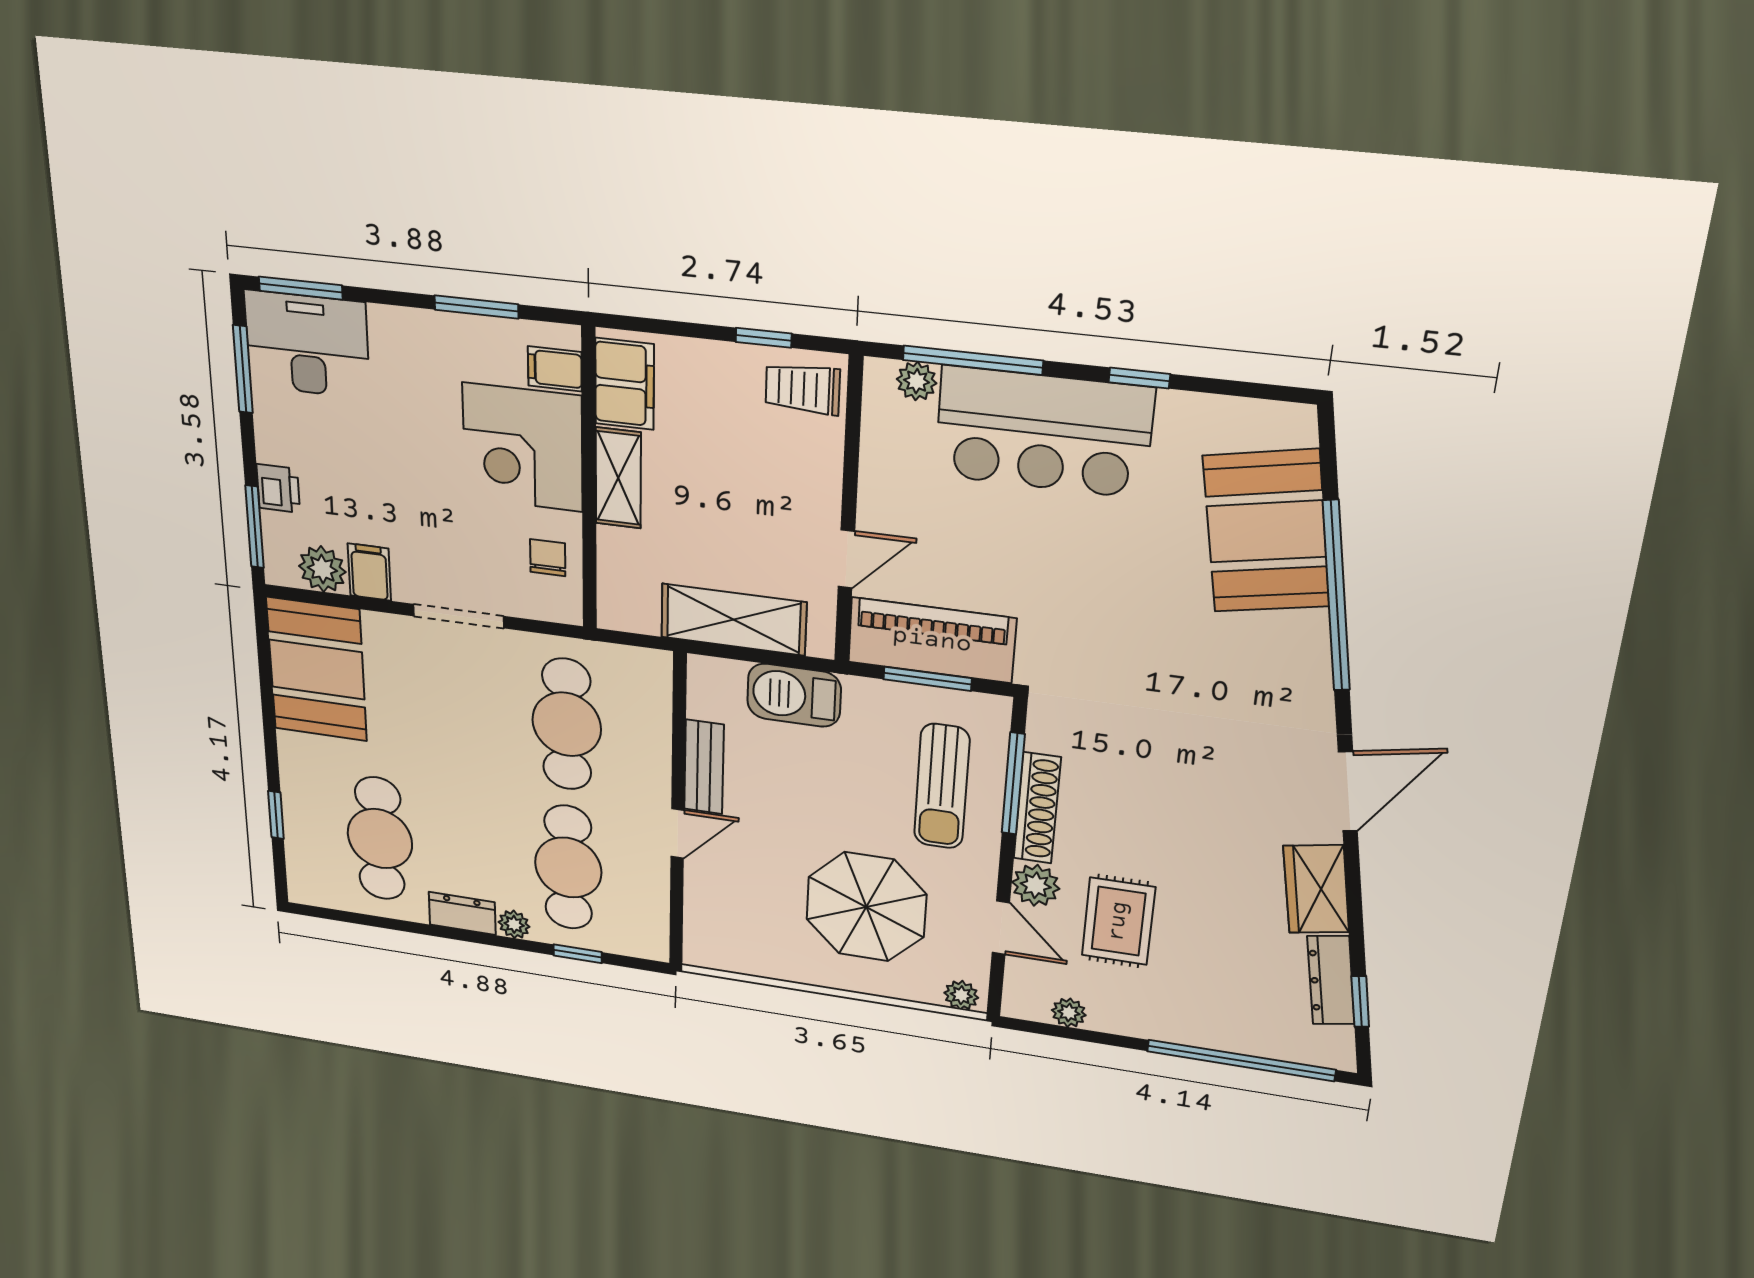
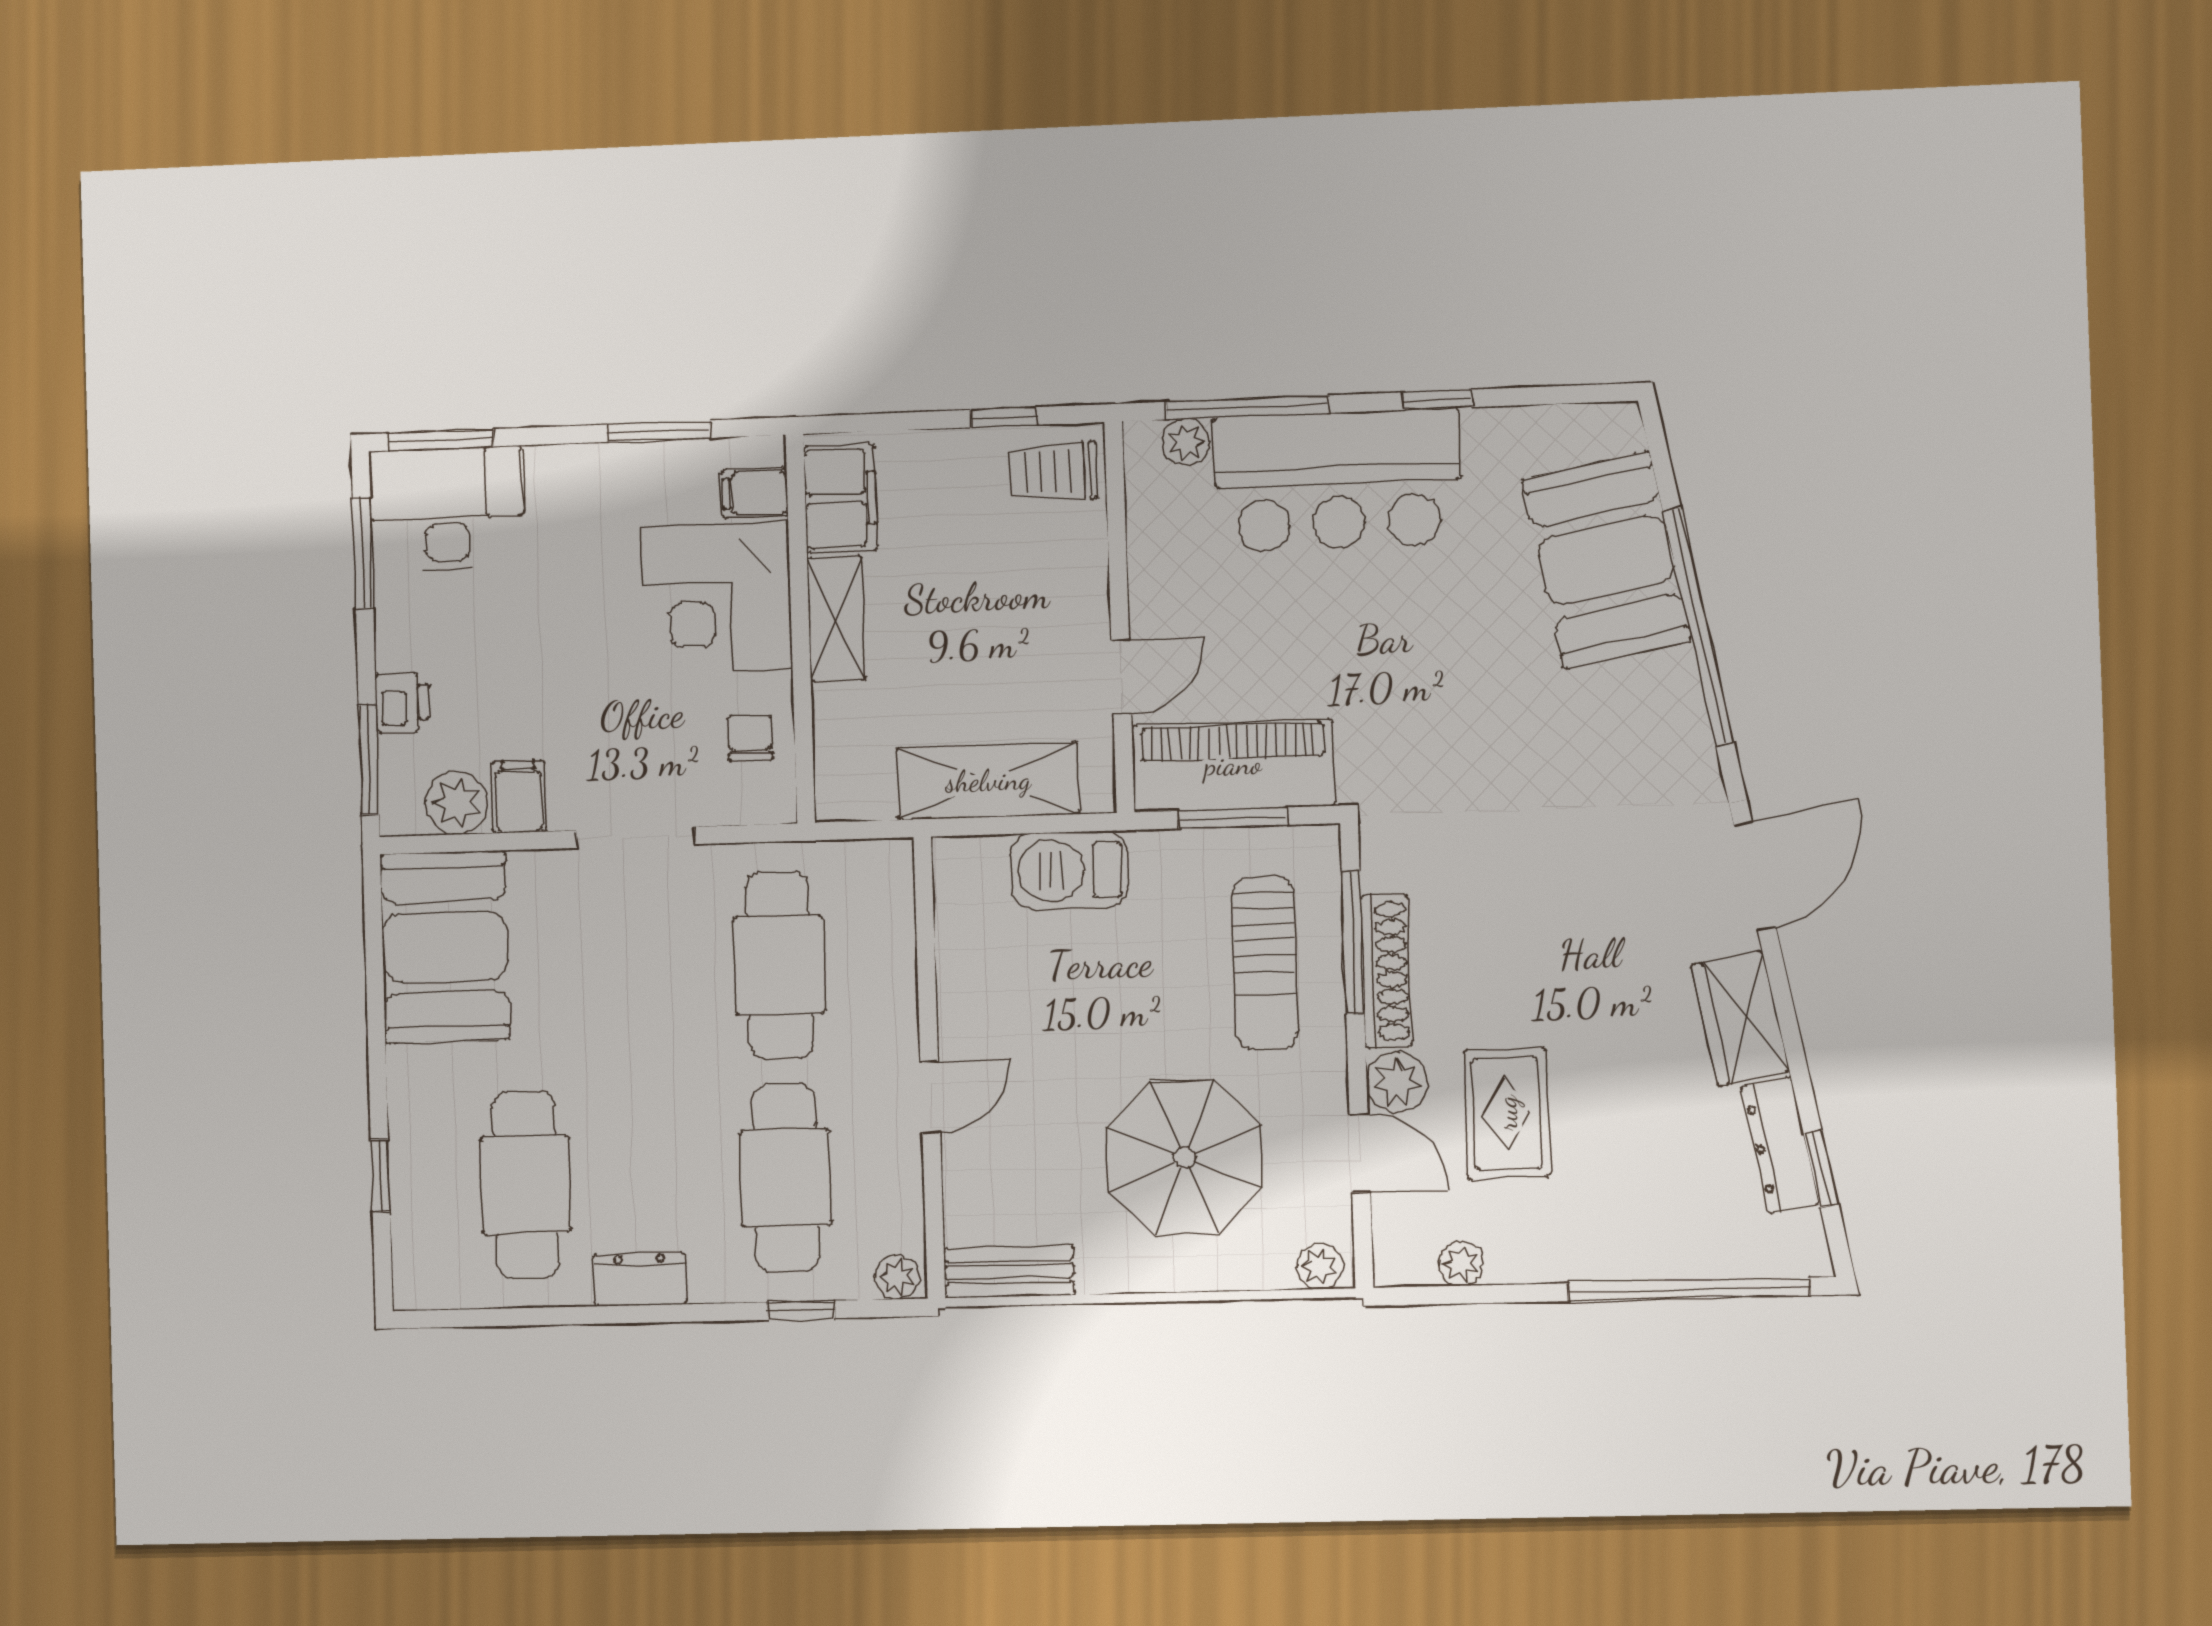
bench: (704, 767) -> (1009, 1272), moved, turned 90
plant: (514, 924) -> (897, 1277), moved

